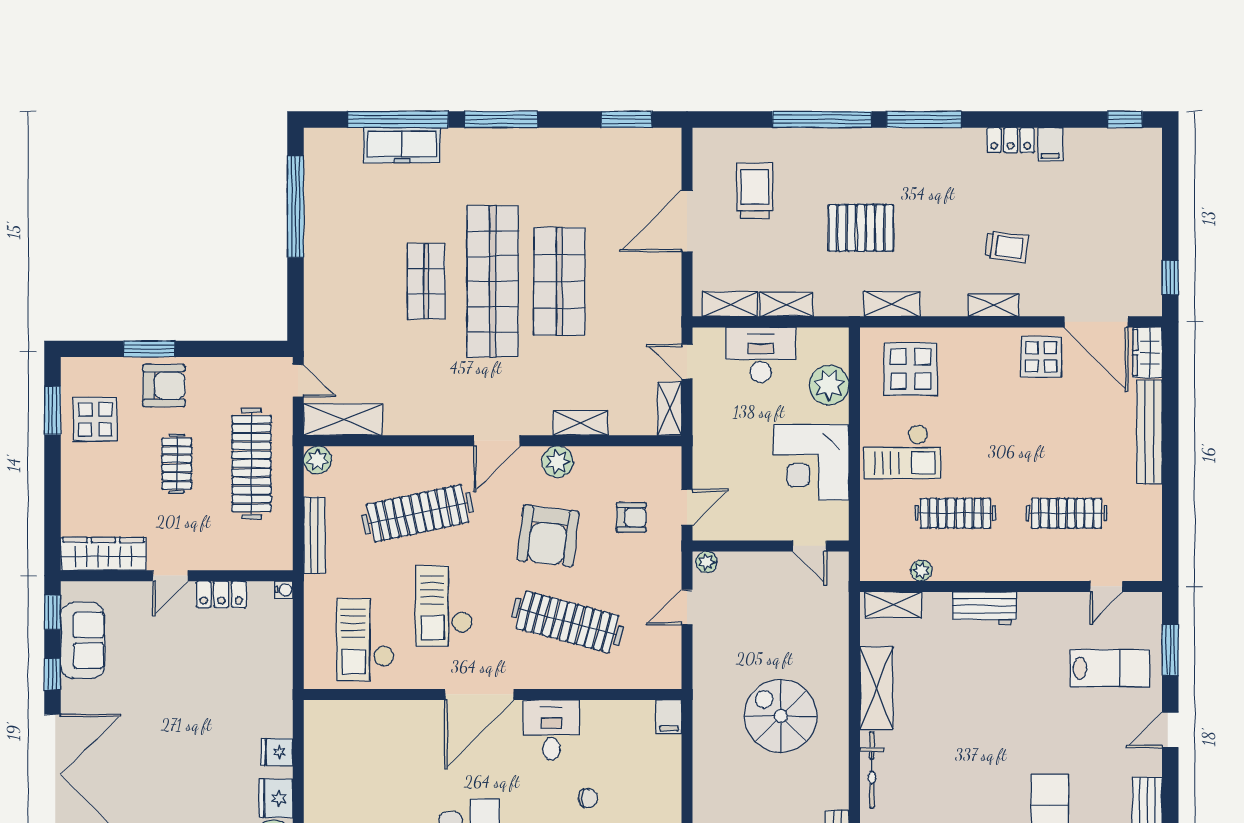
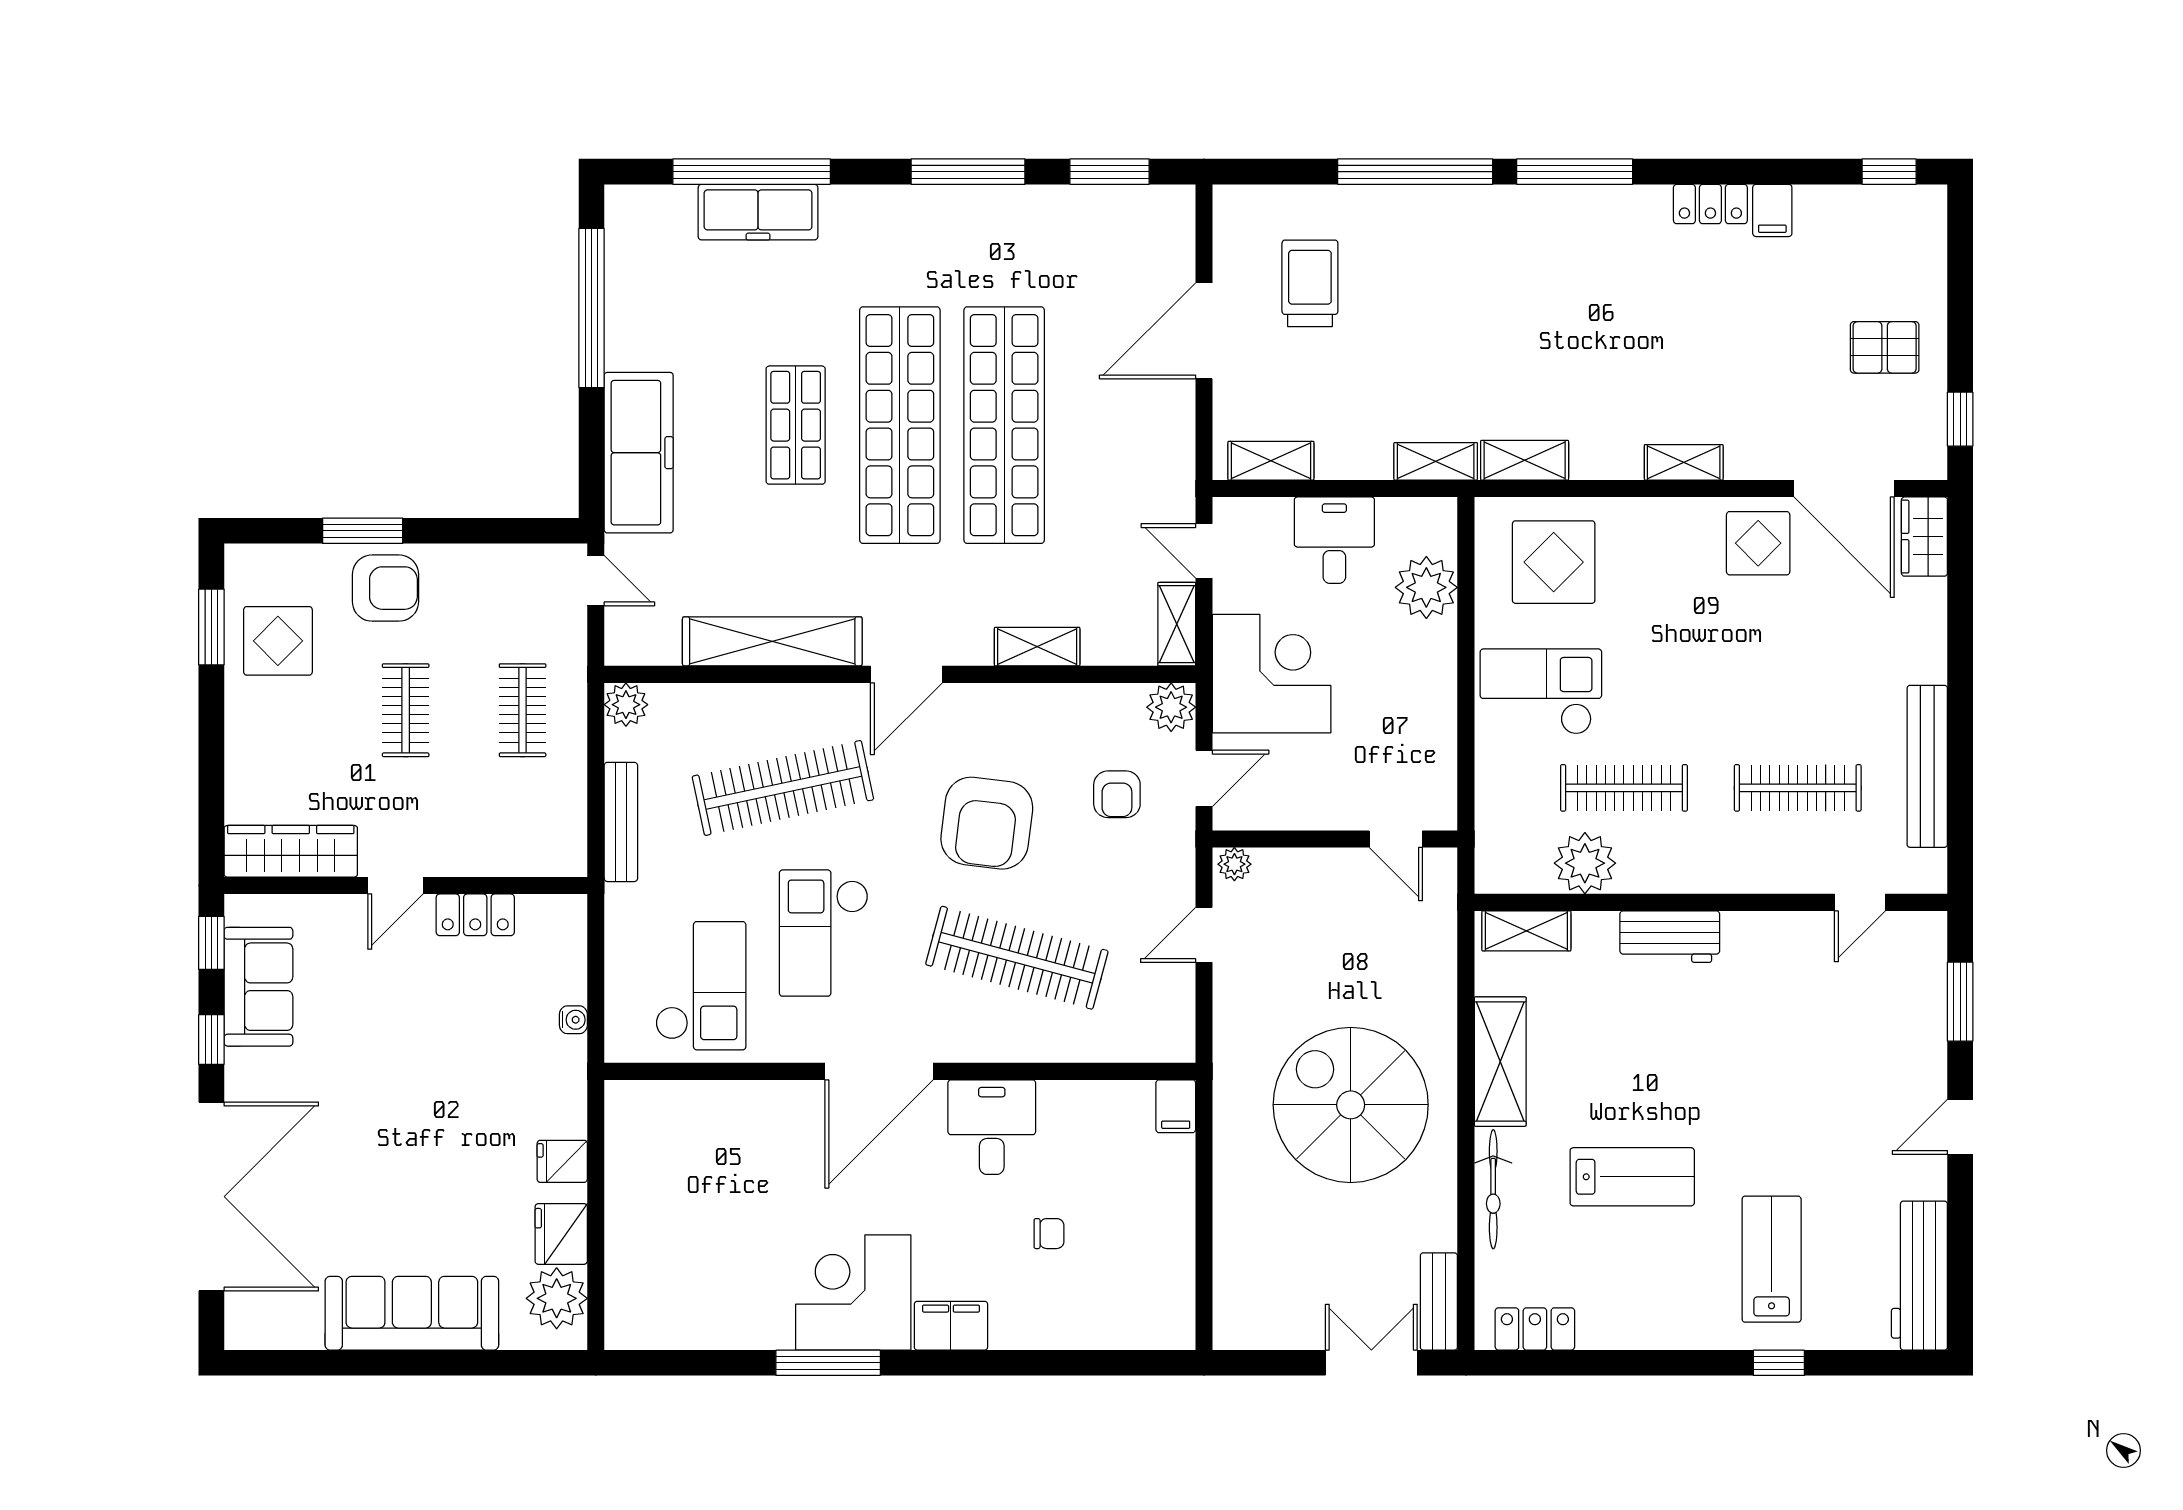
window: (501, 119) -> (968, 172), moved
pallet: (861, 228) -> (1885, 347), moved, width x0.67, depth x0.71
trolley: (1007, 247) -> (1704, 371), removed
shop shelf: (559, 281) -> (1004, 425), width x1.40
freezer: (326, 299) -> (639, 453), added
shelving: (786, 305) -> (1436, 461), moved
desk: (761, 355) -> (1334, 540), width x0.73
shelving: (343, 420) -> (772, 641), moved, width x1.47
bench: (1149, 432) -> (1927, 766), moved
checkout: (902, 452) -> (1541, 692), turned 180
plant: (557, 462) -> (1171, 707), moved
corner desk: (811, 462) -> (1272, 674), moved, turned 180
clothes rail: (251, 464) -> (523, 710), width x0.54, depth x0.76
armchair: (631, 517) -> (1117, 794), turned 90
plant: (921, 571) -> (1585, 863), width x1.88, depth x1.88
water cooler: (284, 590) -> (573, 1020), moved
checkout: (365, 640) -> (701, 986), turned 180
lab bench: (1110, 668) -> (1632, 1177), moved
spiral stairs: (781, 716) -> (1351, 1105), width x1.37, depth x1.37

